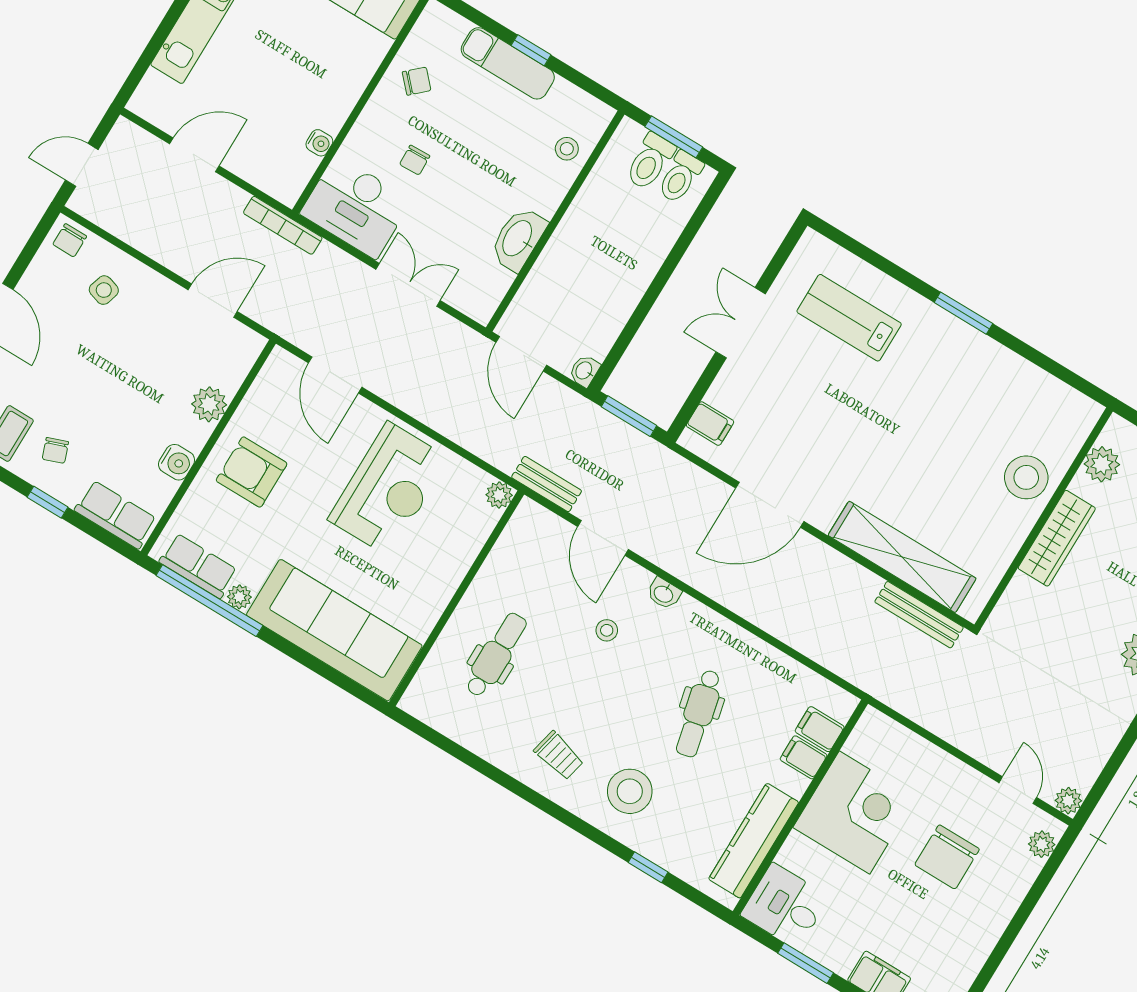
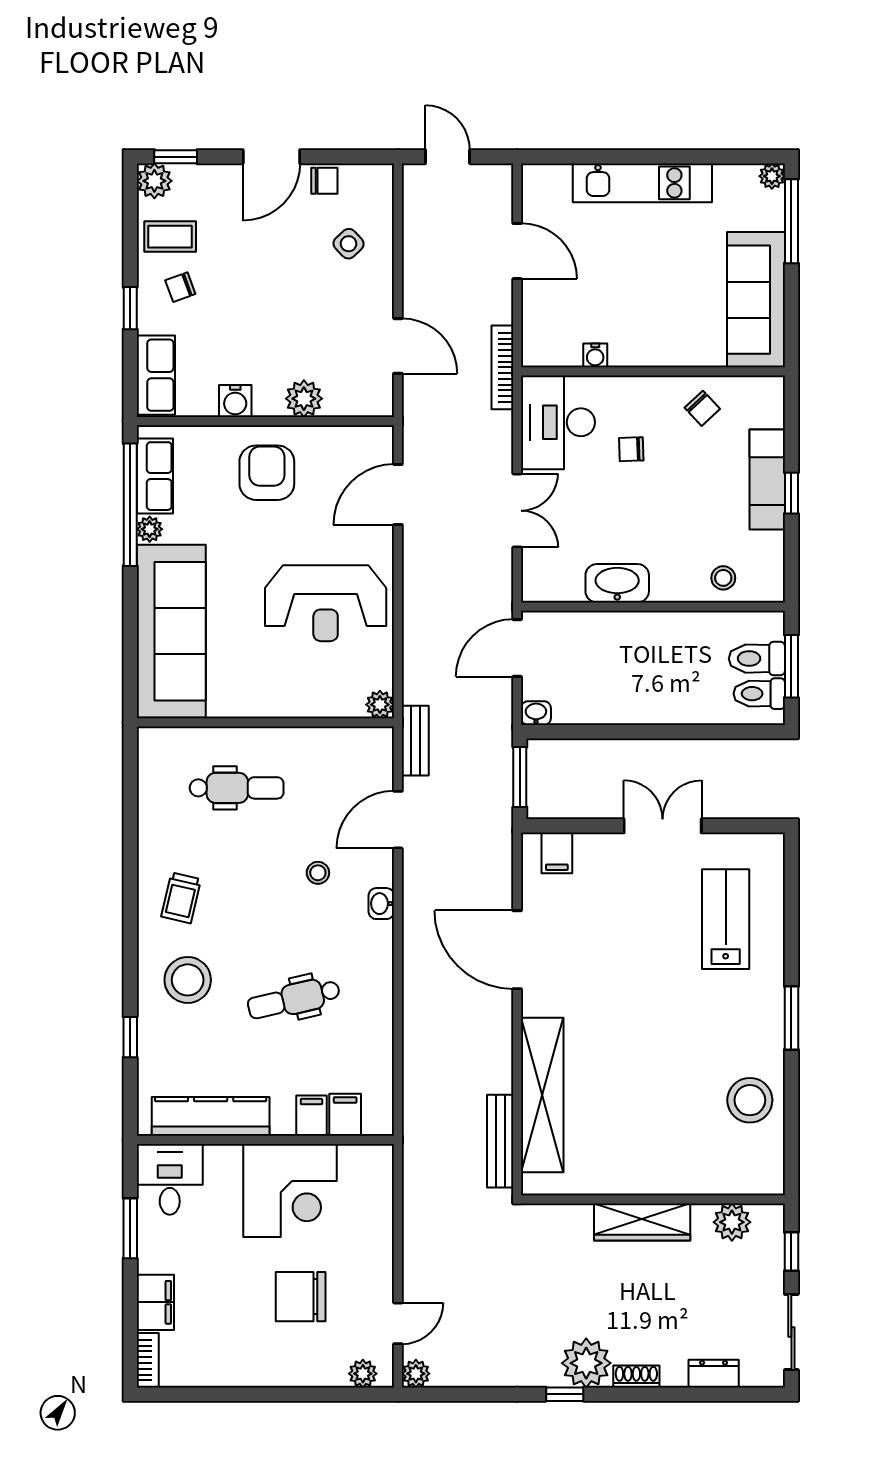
chair: (70, 240) -> (324, 181), moved, turned 180
side table: (104, 290) -> (349, 244), turned 30
stool: (1026, 477) -> (750, 1100), moved

